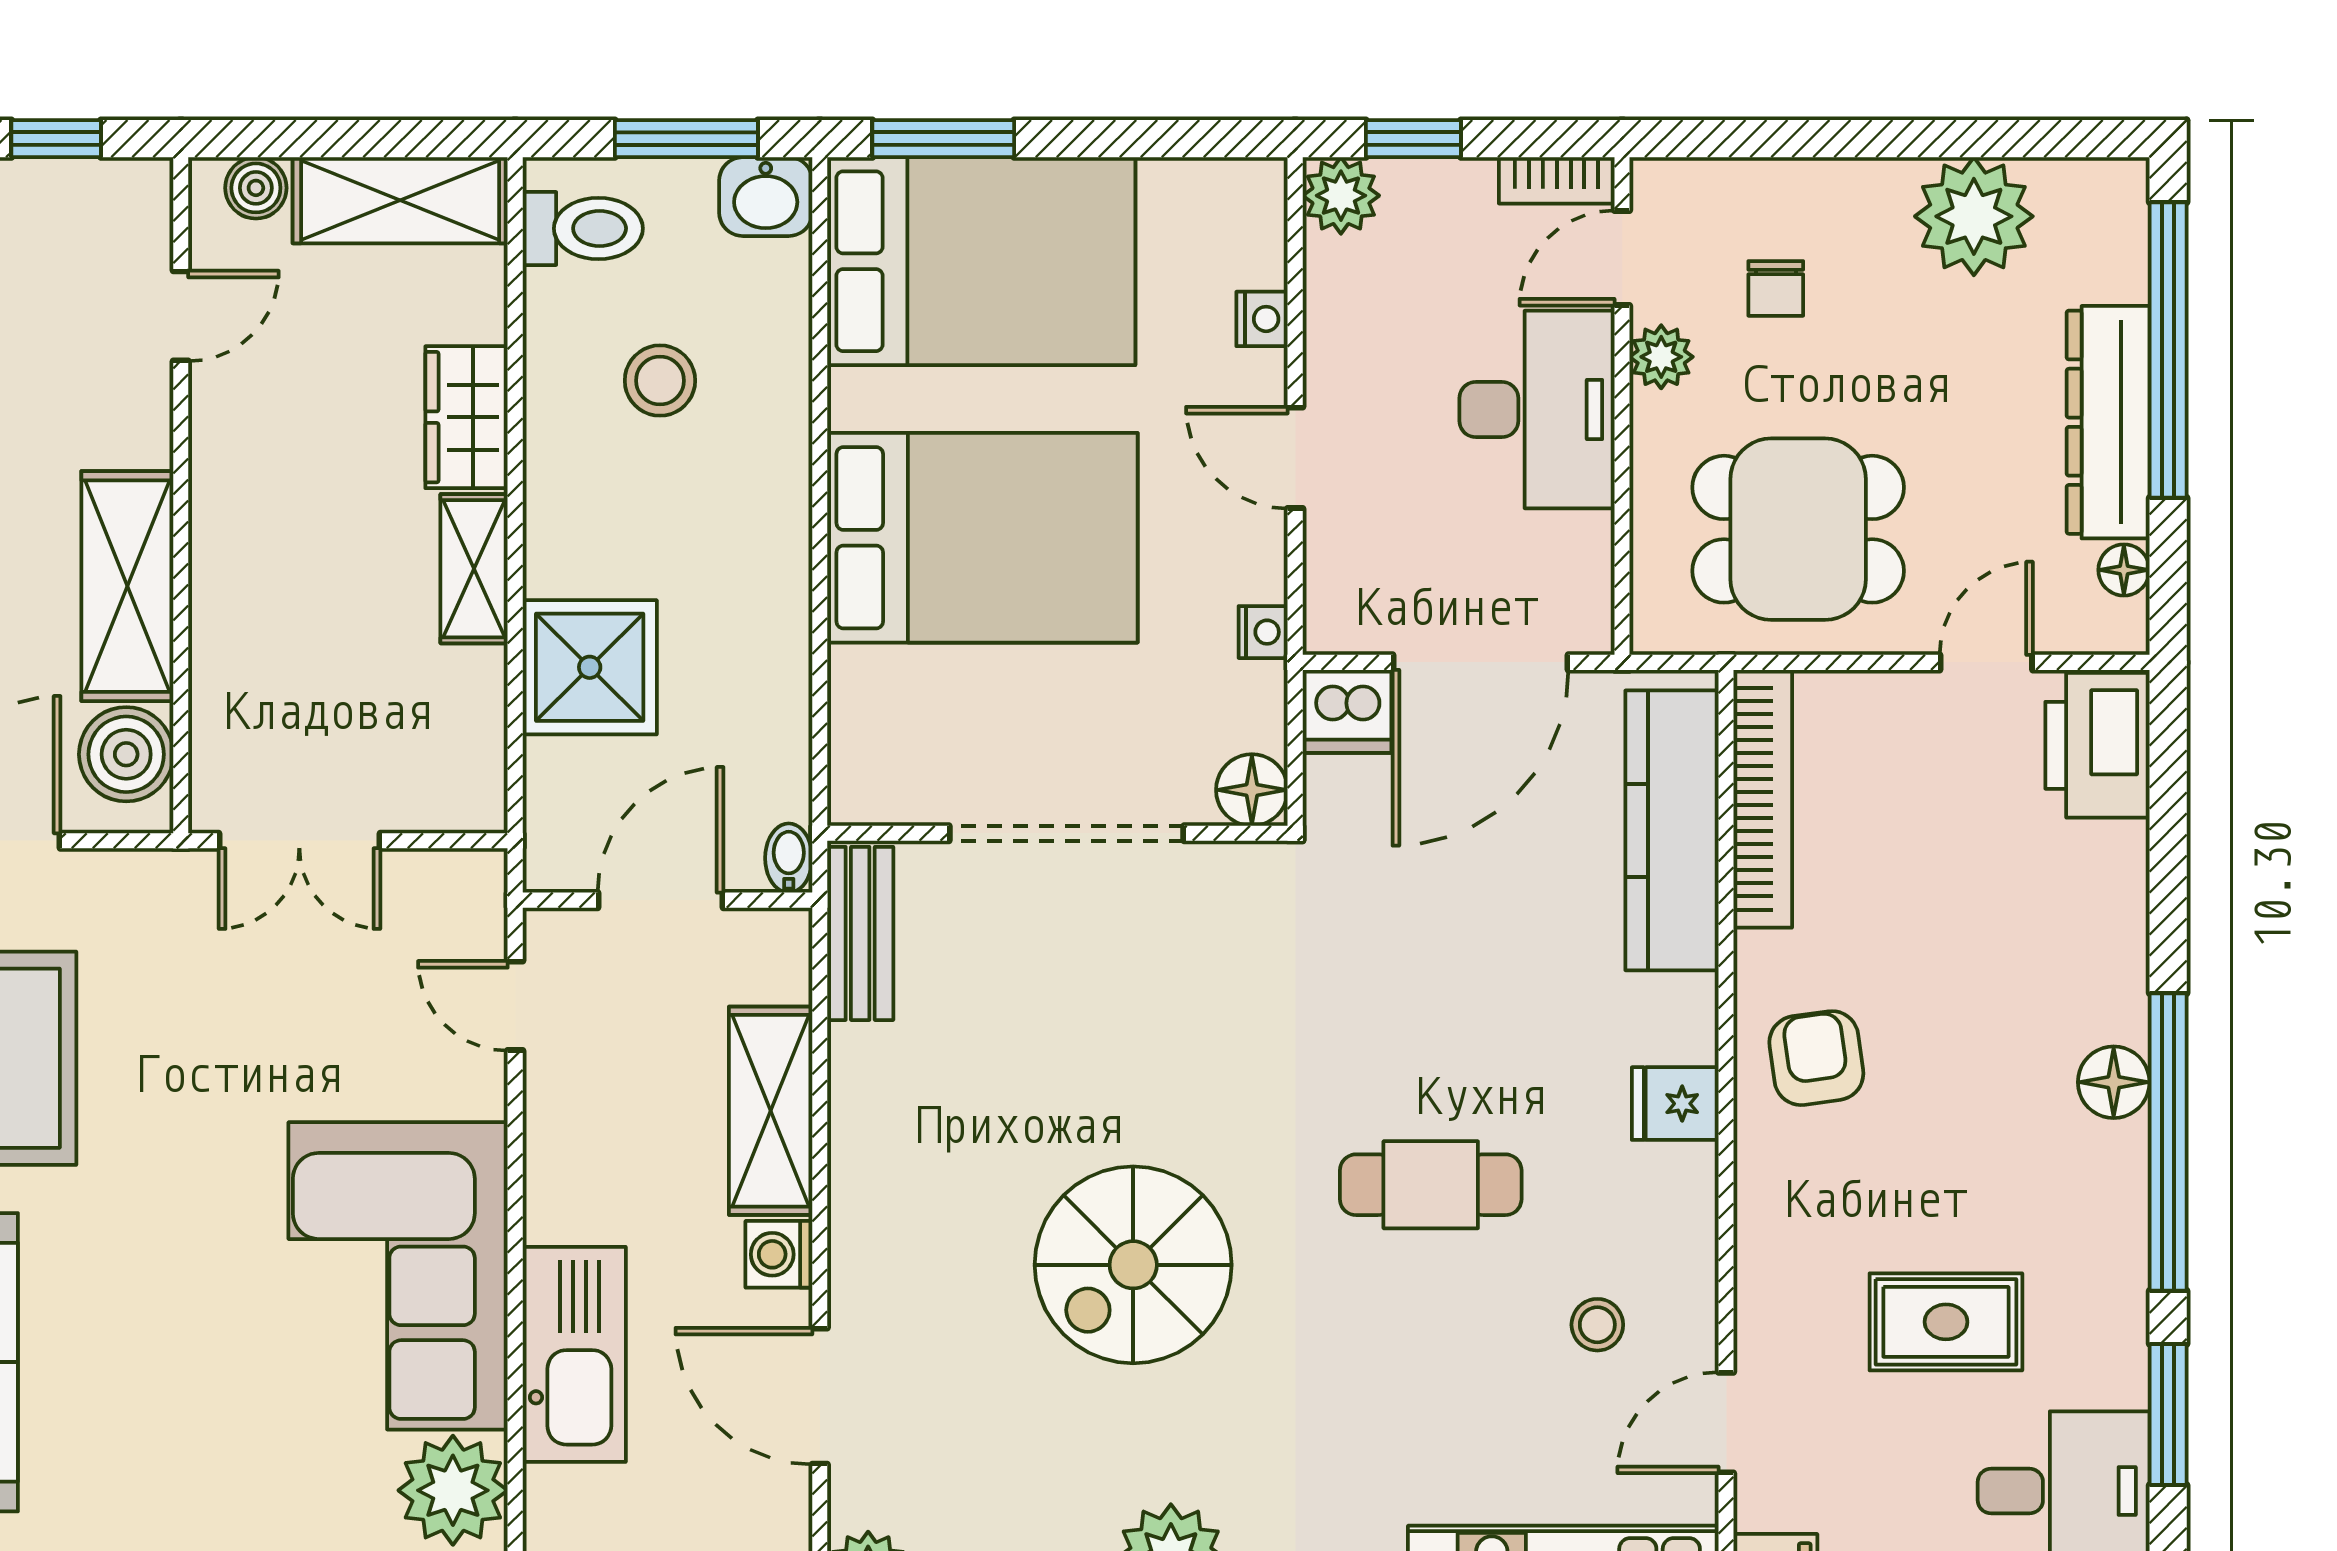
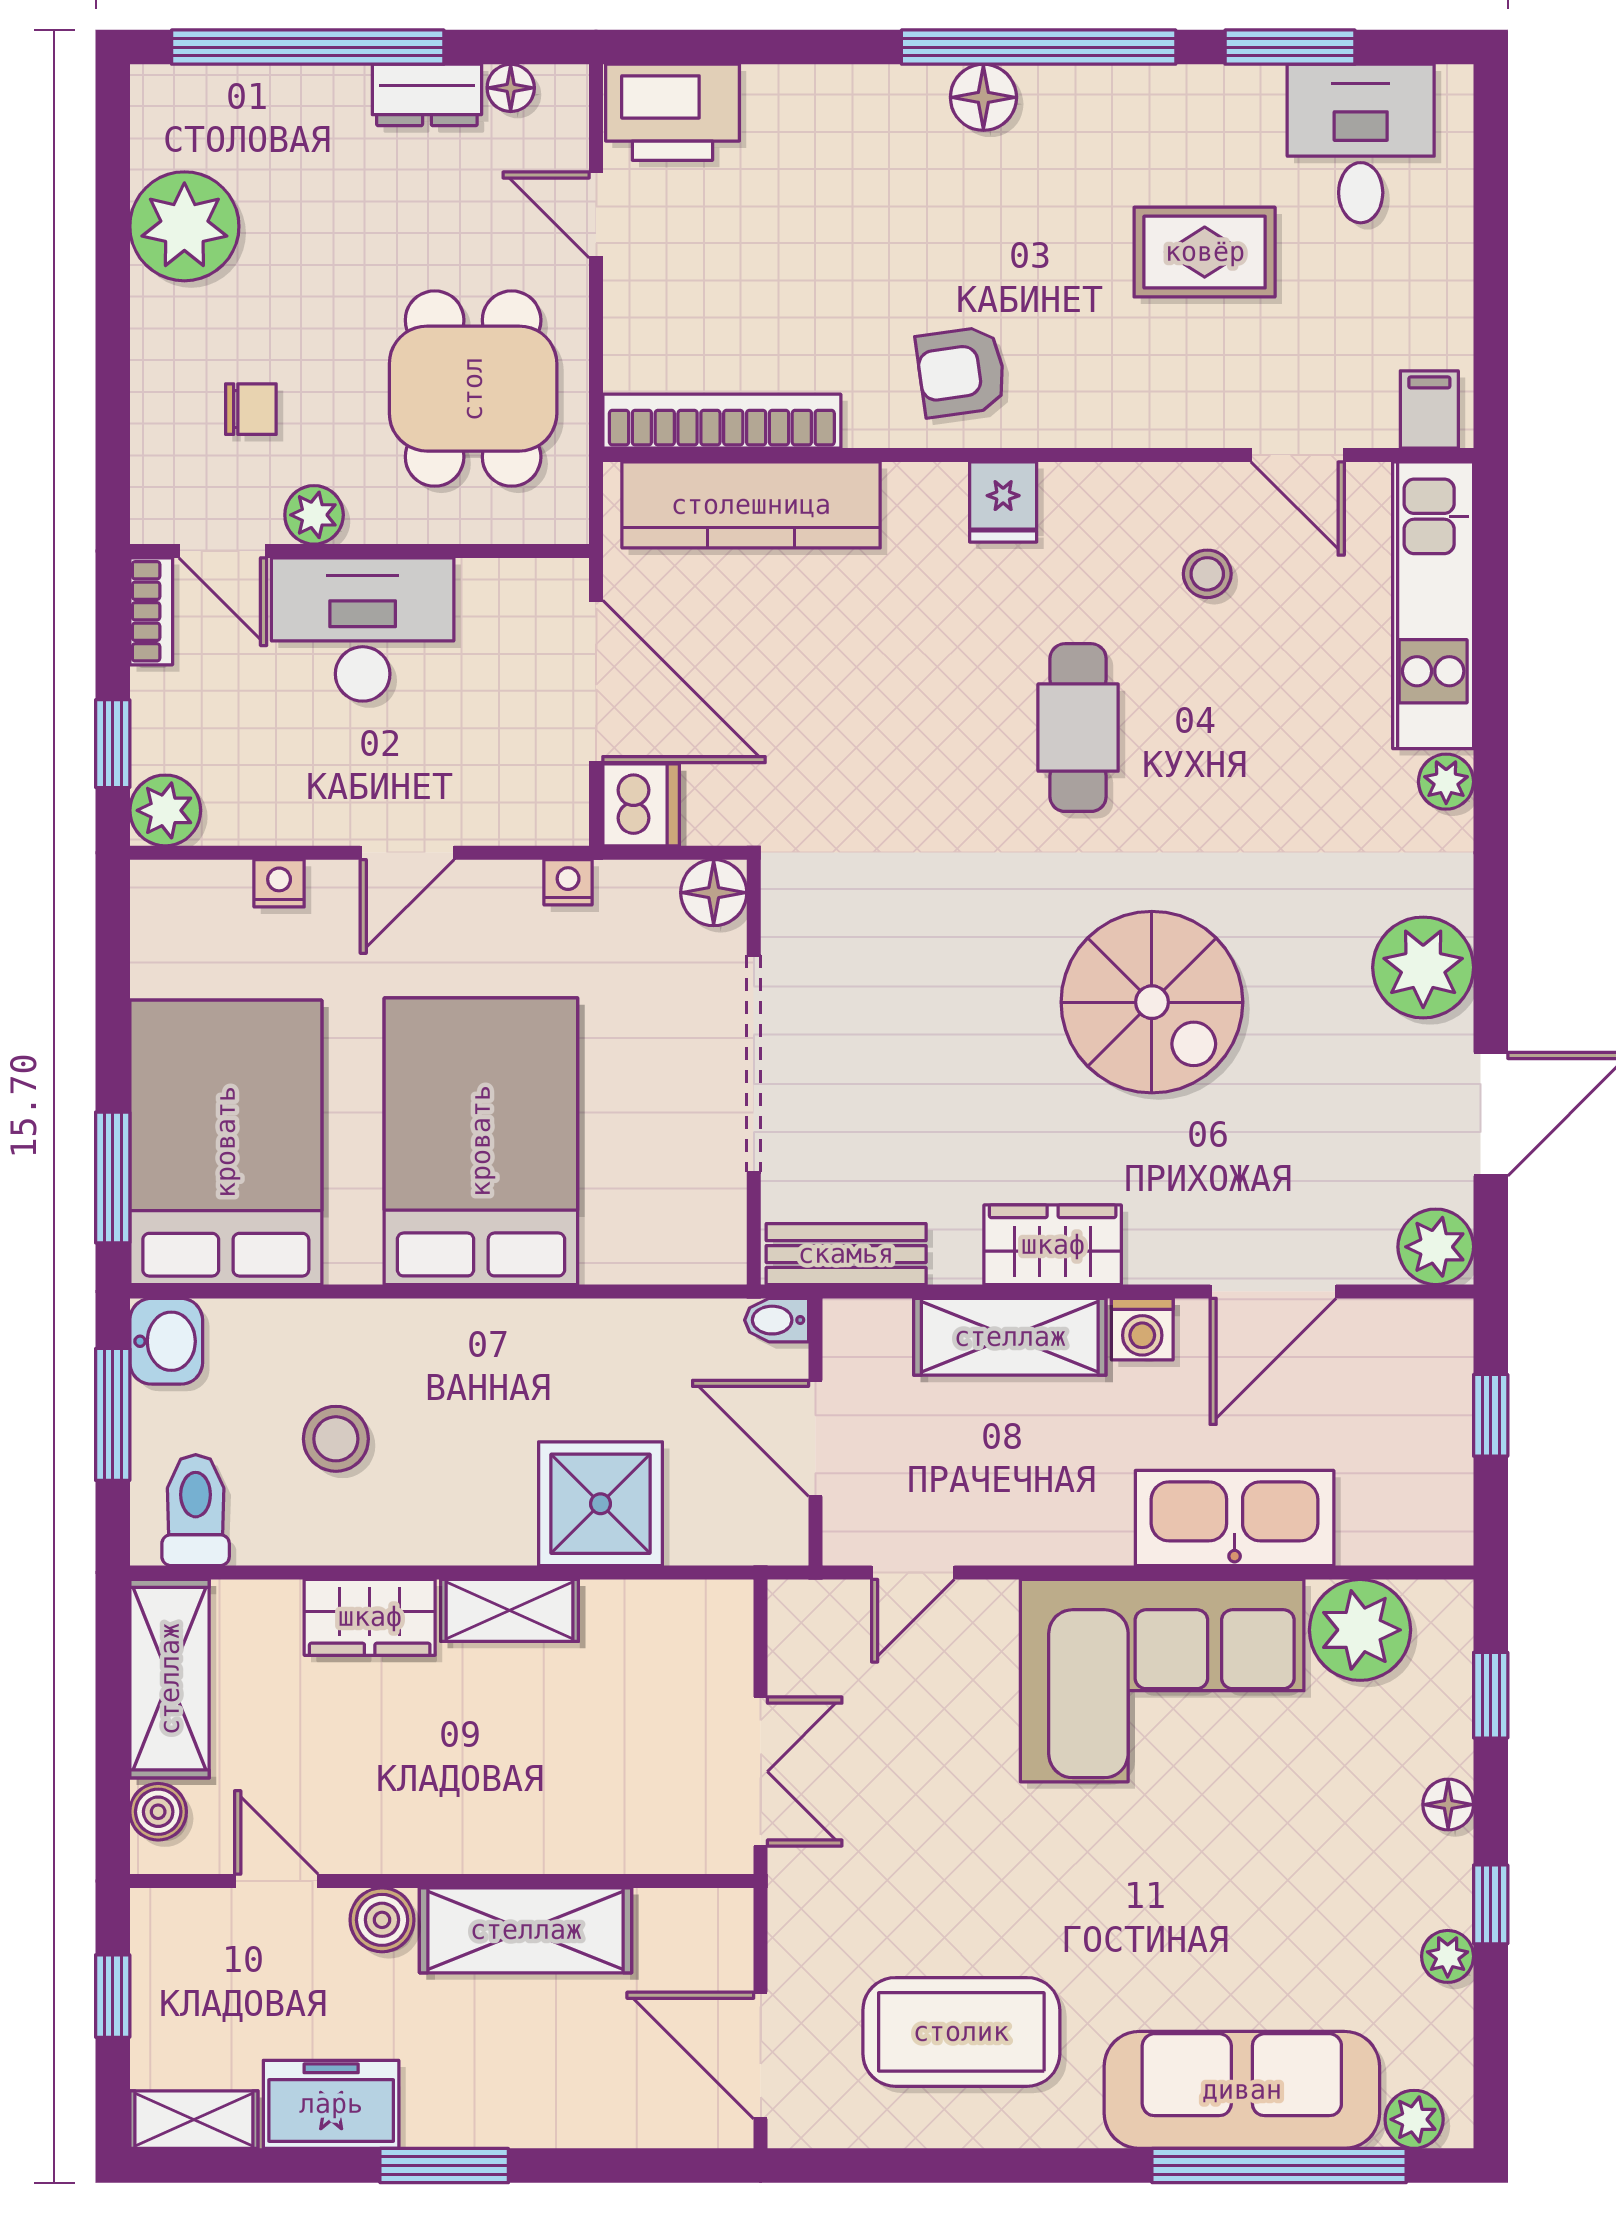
dresser: (2108, 422) -> (427, 95), width x0.51, depth x0.80
boiler: (126, 754) -> (382, 1920), moved, width x0.73, depth x0.73
wardrobe: (870, 1157) -> (1053, 1245), added
rug: (1946, 1322) -> (1205, 252), turned 90

